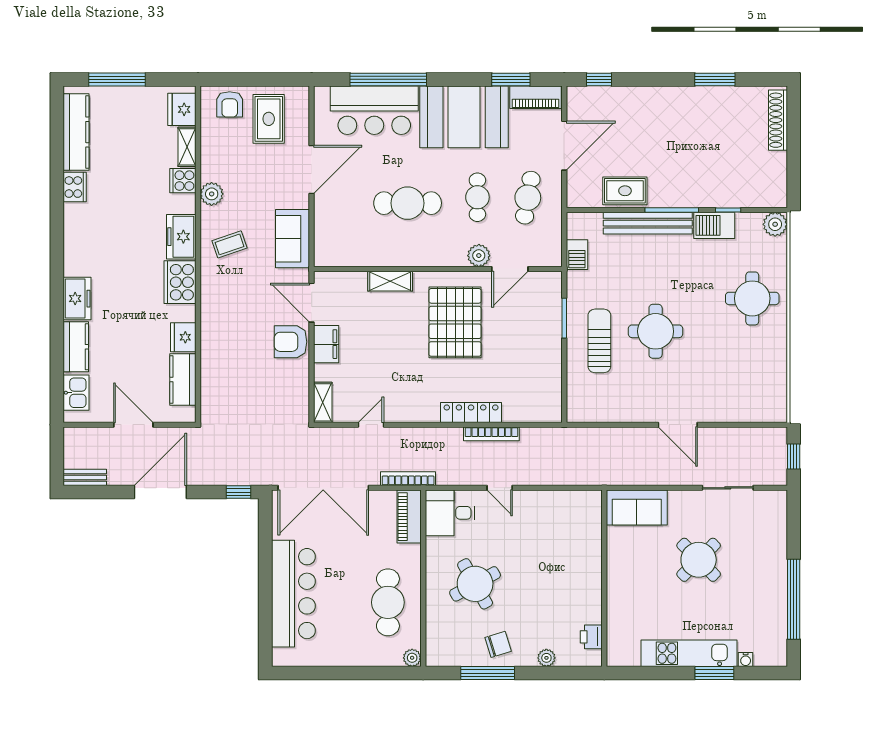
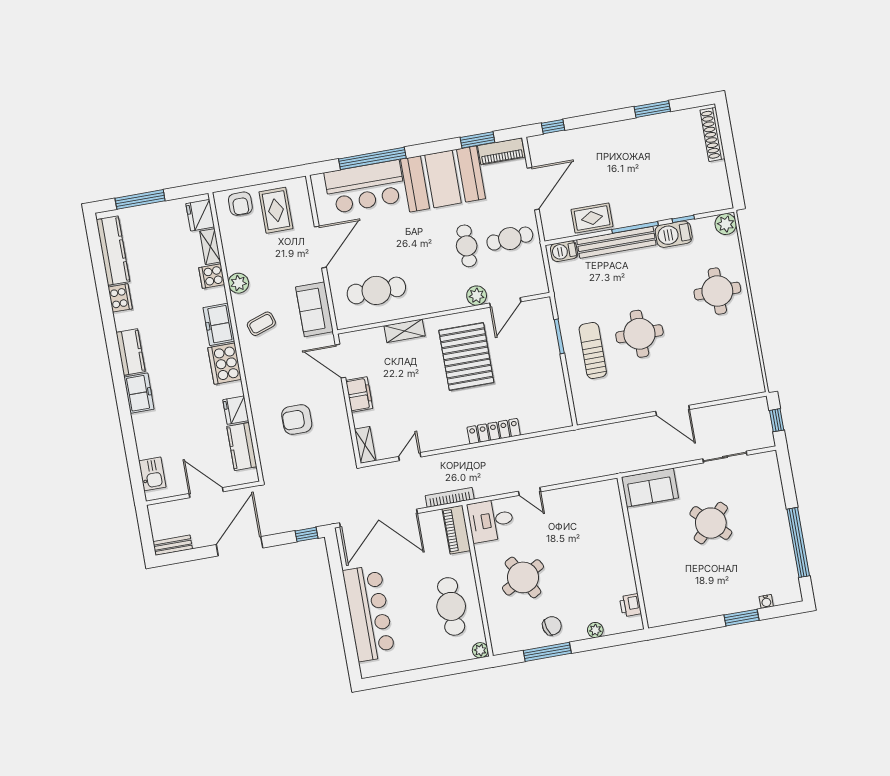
cafe table: (528, 198) -> (510, 239), turned 76
cafe table: (408, 203) -> (376, 290), moved
barbecue: (577, 255) -> (564, 251), moved, turned 90
armchair: (291, 342) -> (297, 419), moved
kitchen counter: (76, 347) -> (131, 352), moved
bookcase: (491, 434) -> (514, 446), removed
kitchen unit: (689, 653) -> (717, 605), removed

